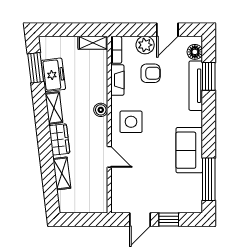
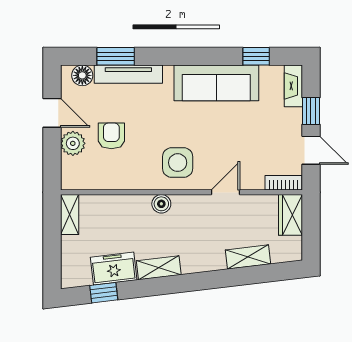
bookcase: (116, 50) -> (283, 183), moved
window: (36, 68) -> (104, 293), width x0.67
fireplace: (117, 80) -> (293, 86), moved, turned -90
wardrobe: (59, 139) -> (290, 215), moved, turned -83
sofa: (189, 150) -> (216, 83), width x1.36
window: (209, 179) -> (256, 56), width x0.46

